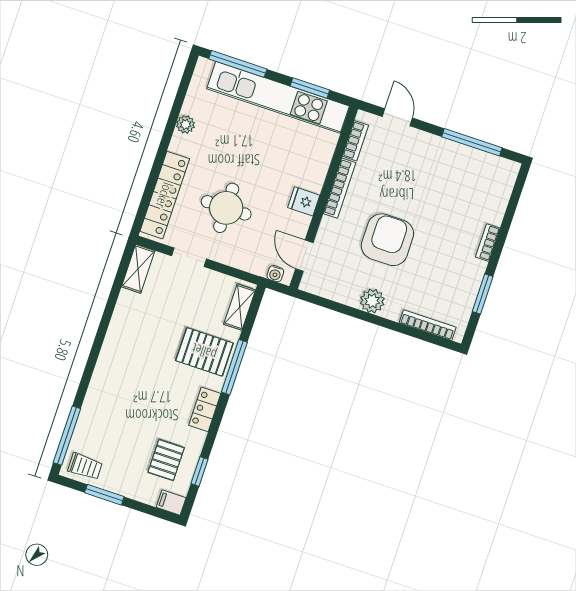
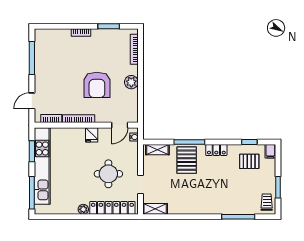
plant: (186, 124) -> (83, 209), moved
armchair: (387, 240) -> (97, 85), turned -90
window: (67, 436) -> (238, 217), moved

